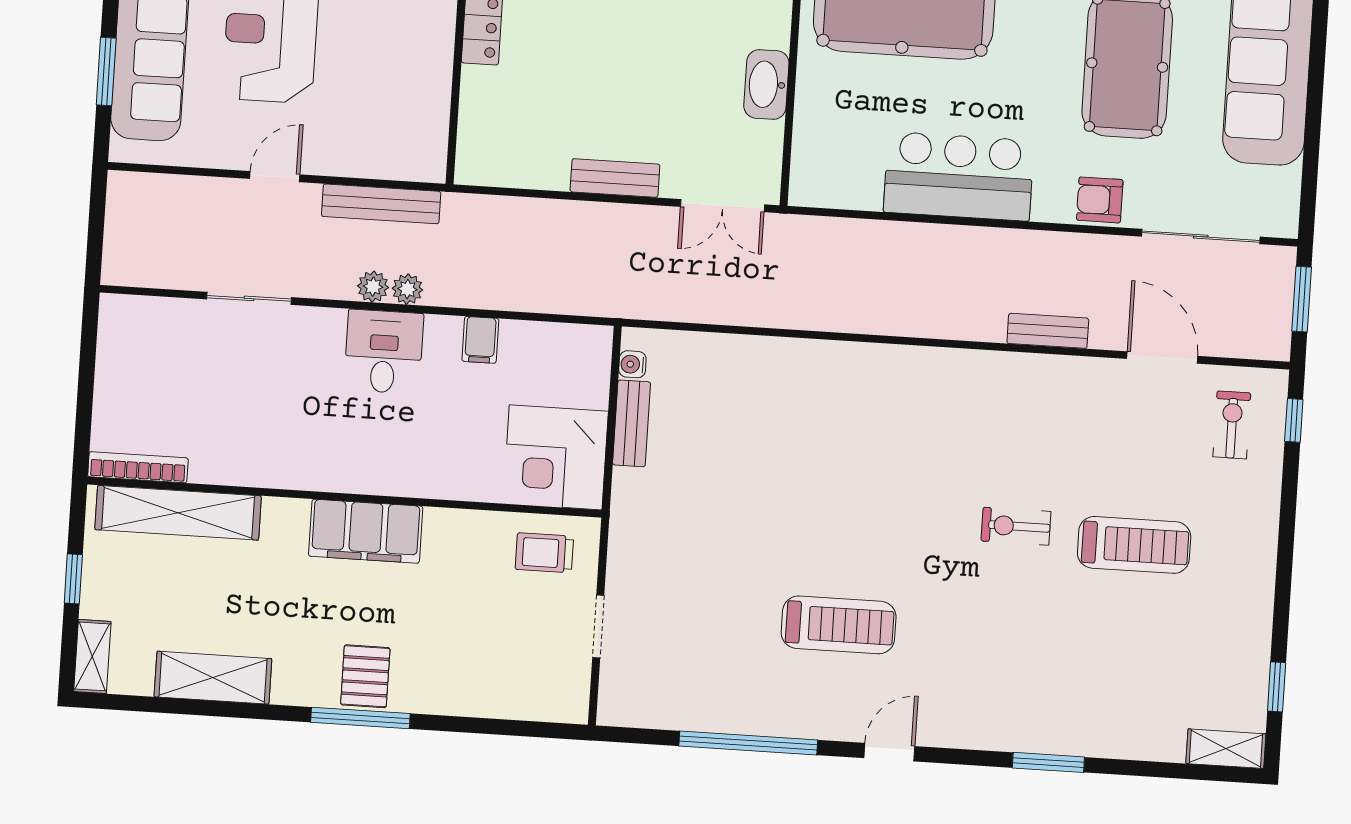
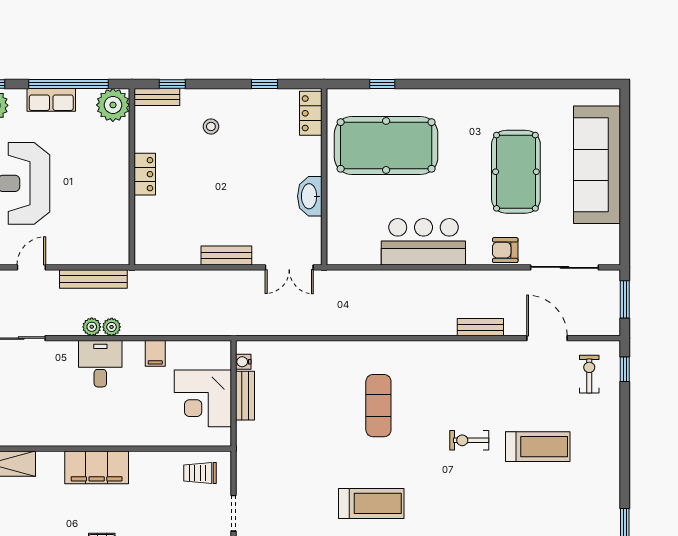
exercise mat: (862, 456) -> (378, 406), added
corner desk: (556, 457) -> (203, 398), moved

